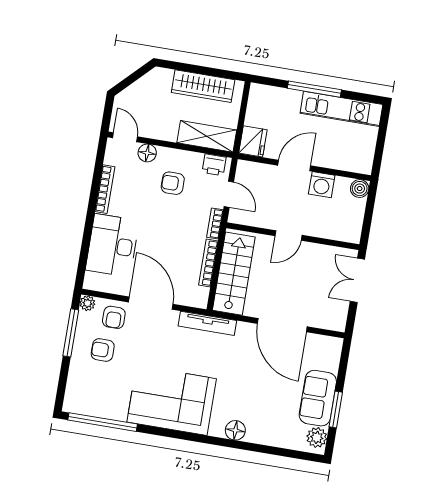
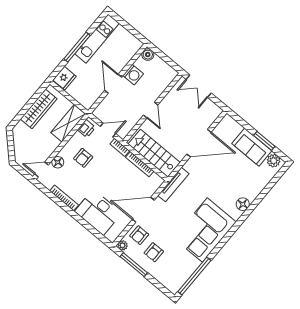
fridge: (253, 141) -> (65, 78), moved, turned 90
armchair: (114, 317) -> (139, 235), turned 90

